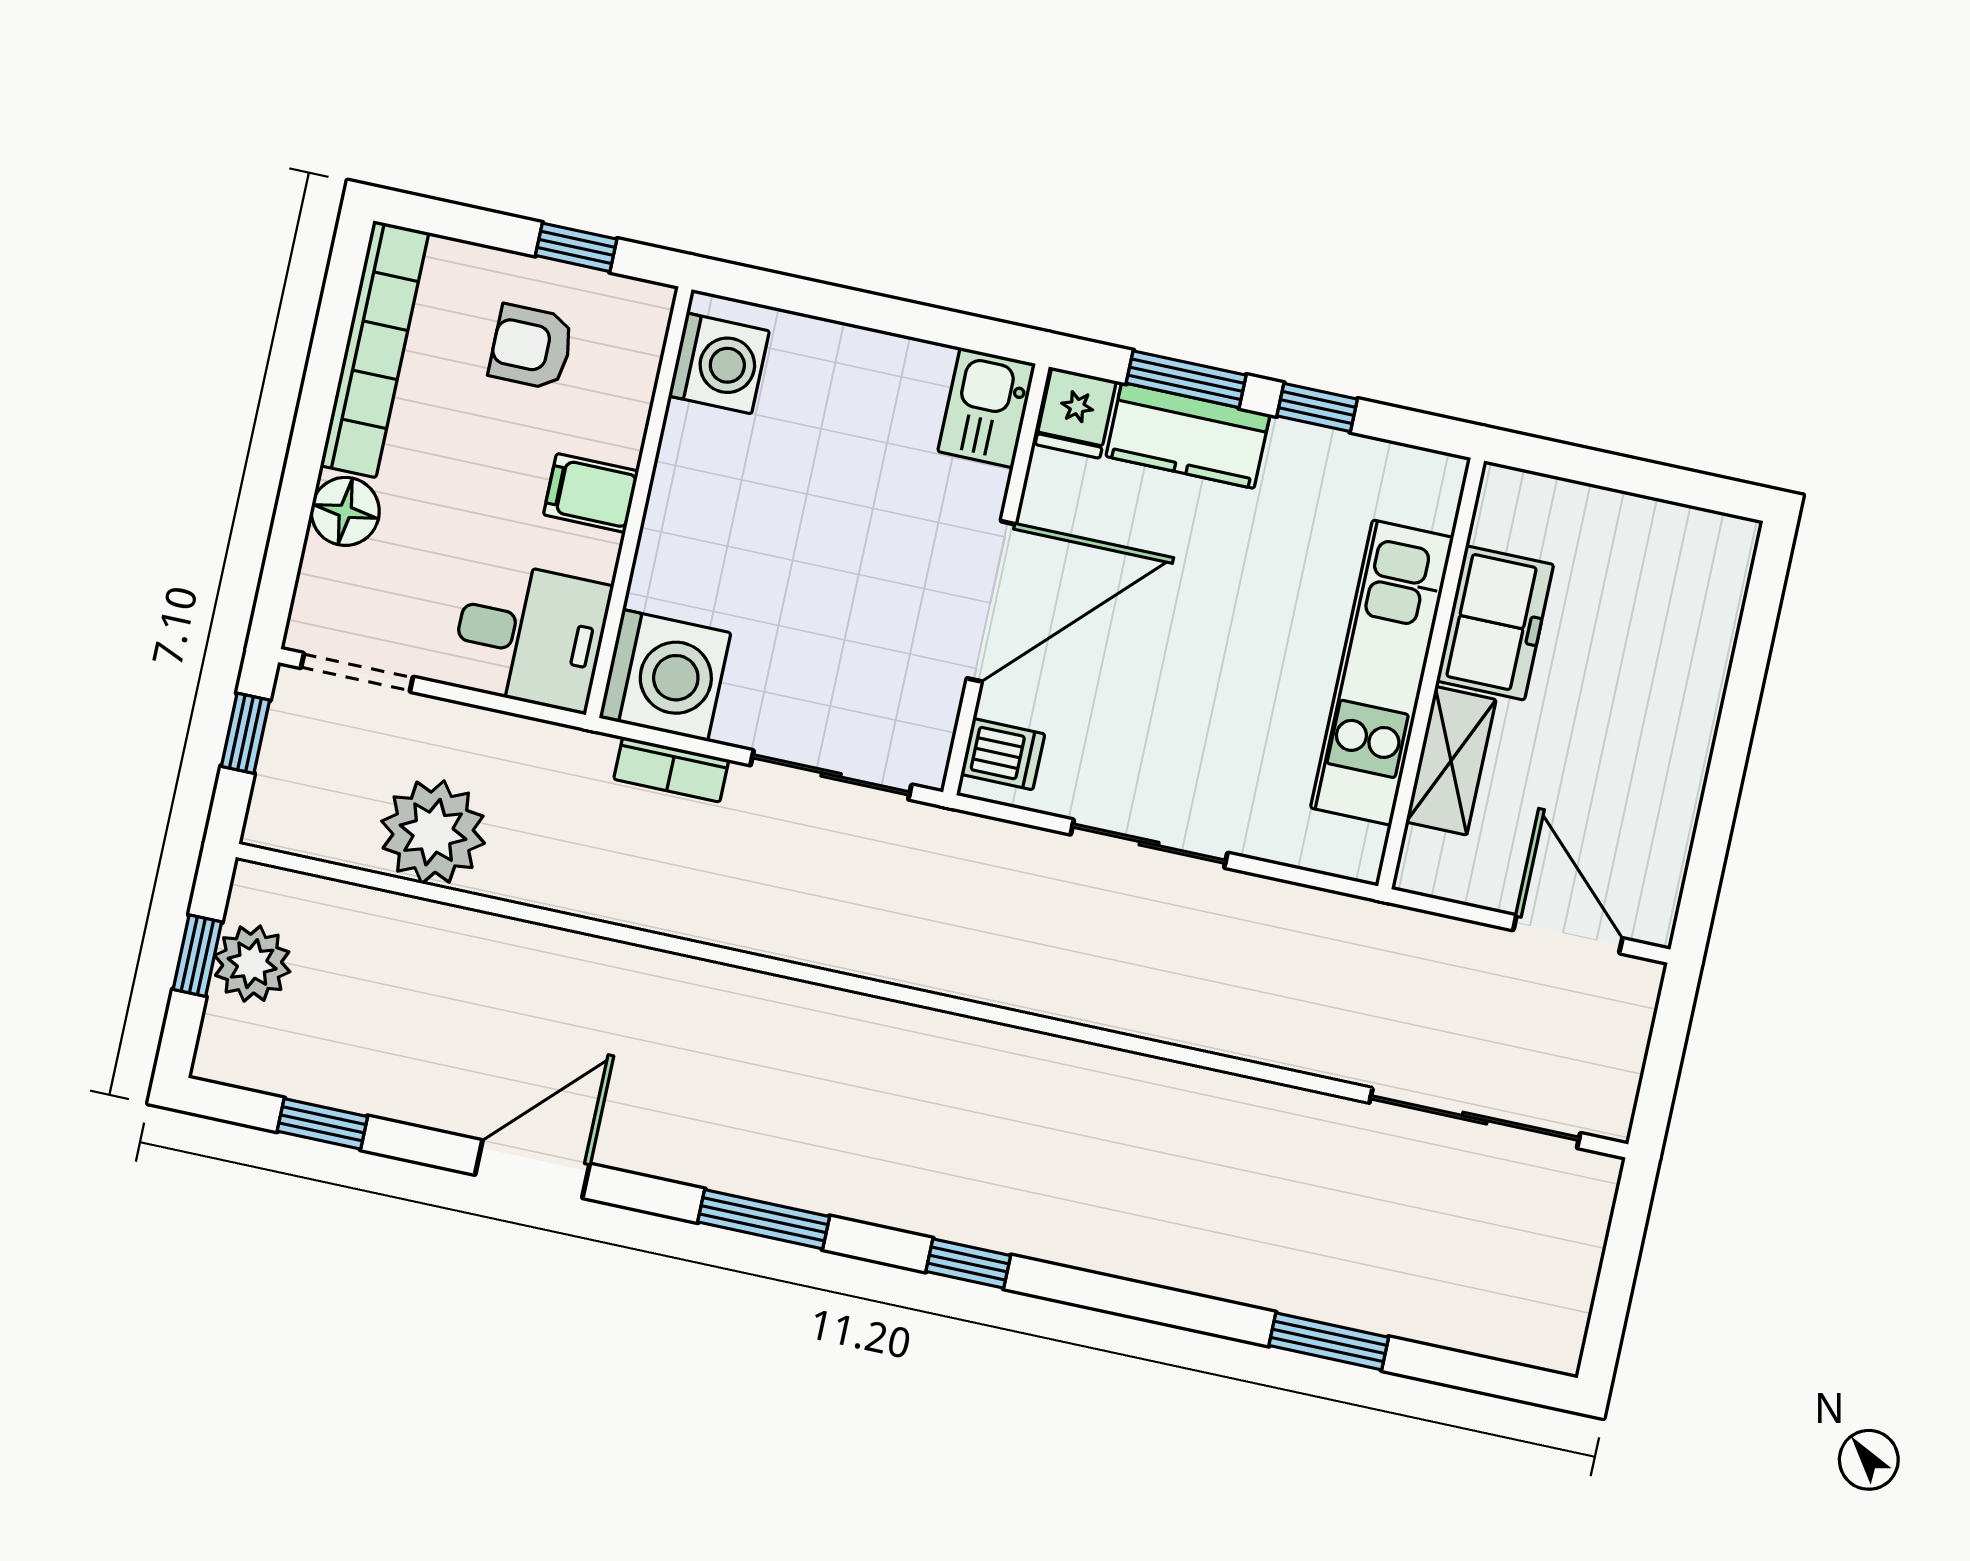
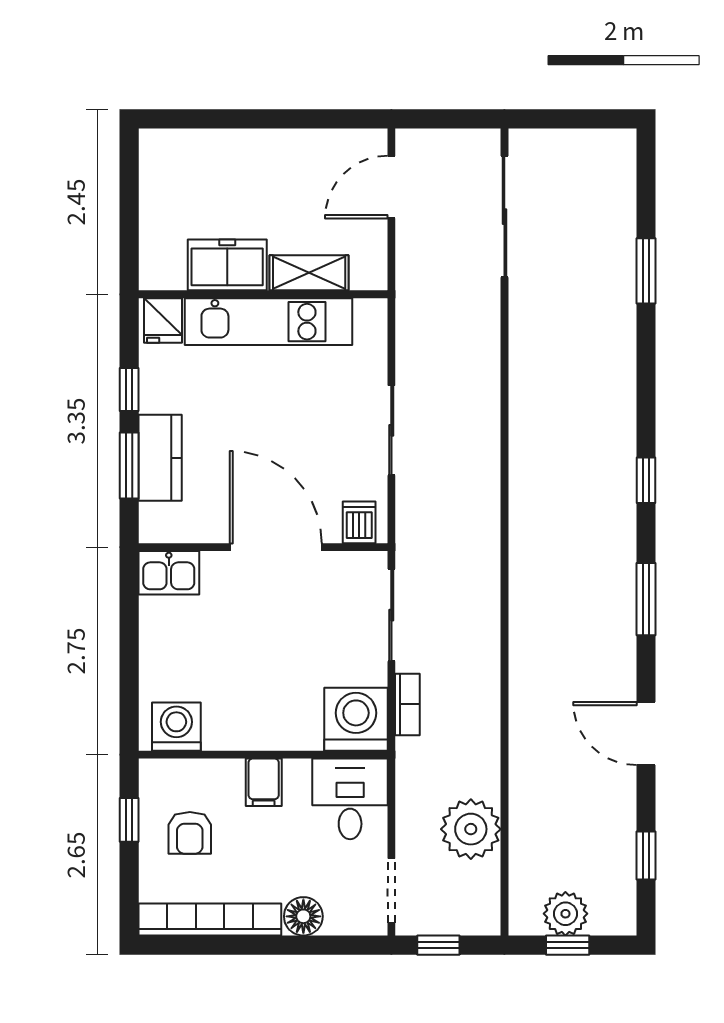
fridge: (1076, 413) -> (163, 320), moved, turned 90

